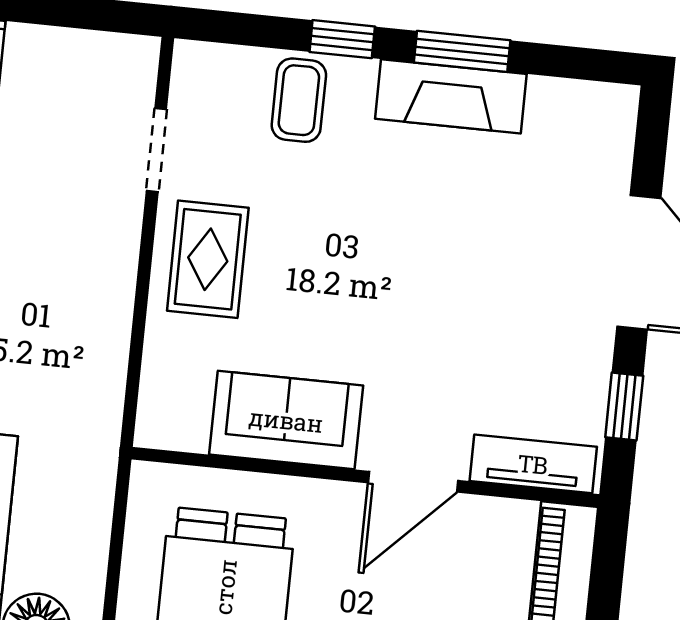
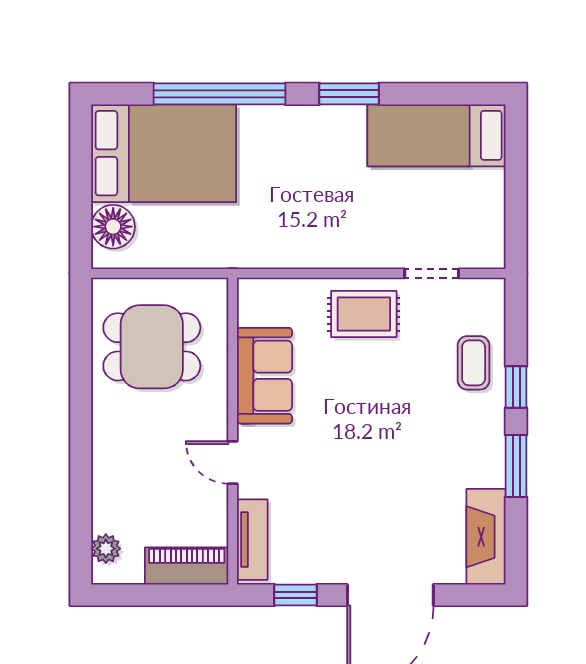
fireplace: (451, 96) -> (486, 537), moved
coffee table: (299, 100) -> (474, 363), turned 90
door: (413, 482) -> (233, 462), width x0.73

